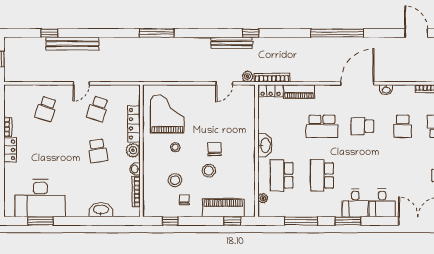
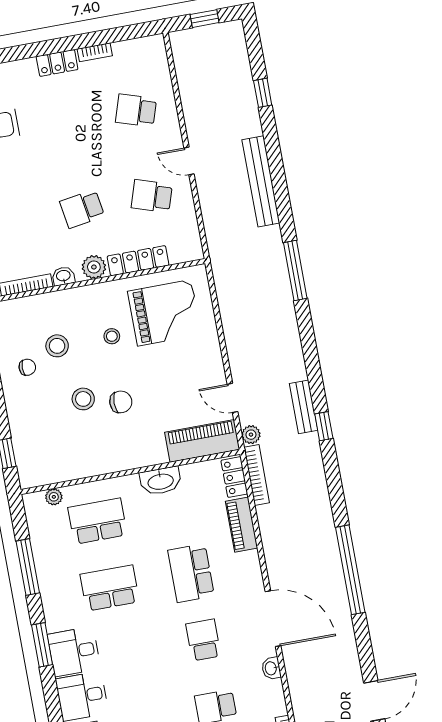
bench: (232, 43) -> (304, 407), width x0.73
bench: (72, 44) -> (261, 181), moved
washbasin: (265, 145) -> (161, 481), moved
piano: (223, 208) -> (202, 441), moved, turned -90

